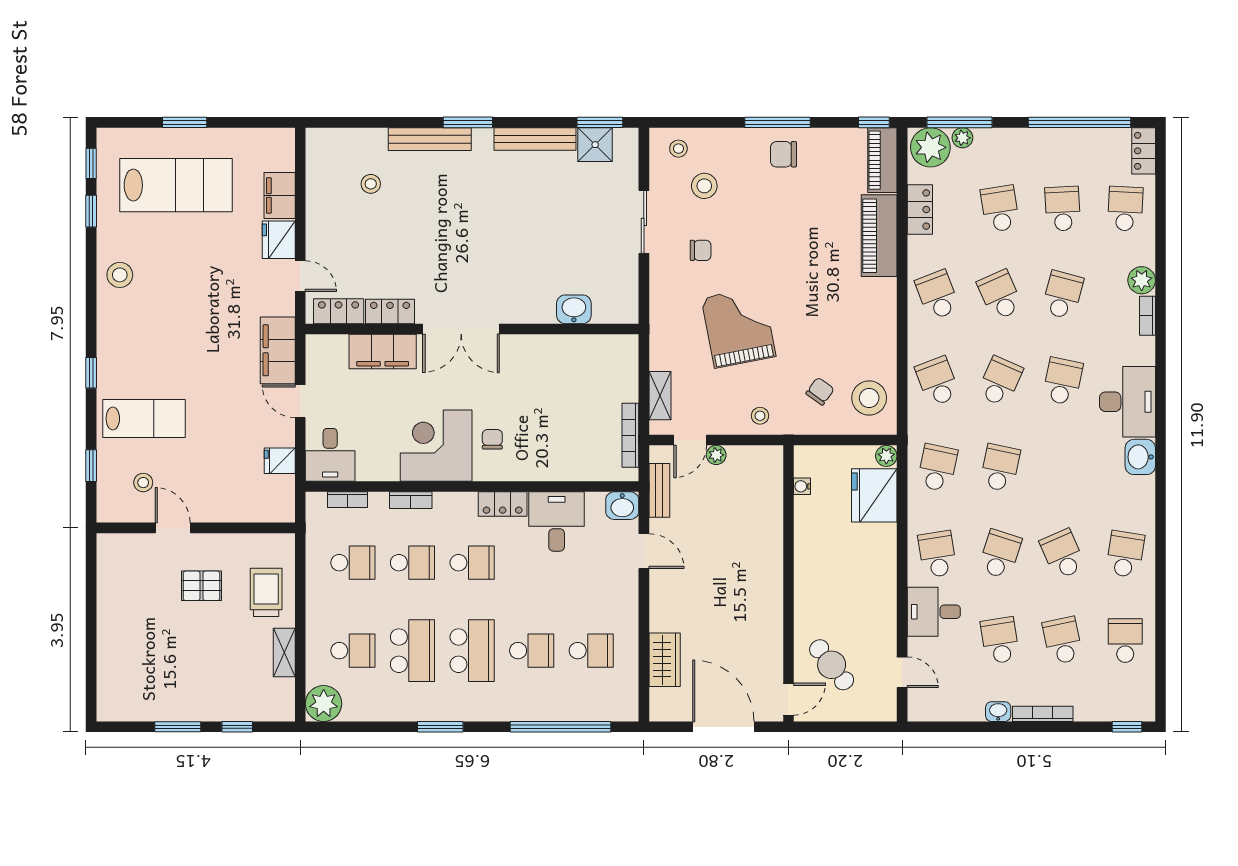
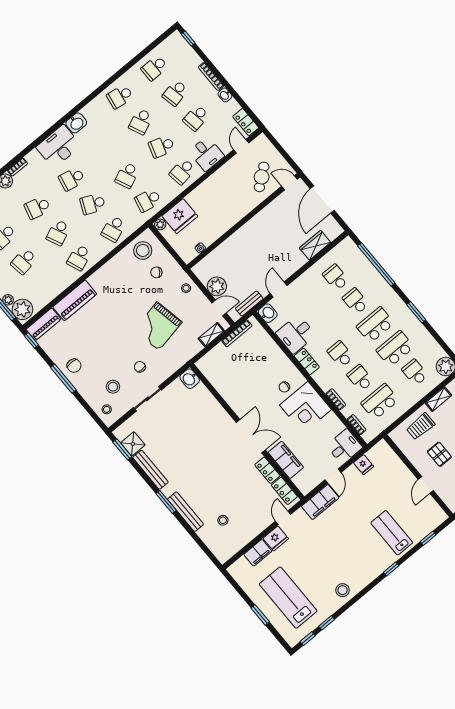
locker: (920, 210) -> (246, 122), moved, turned -90
washbasin: (574, 309) -> (190, 379), moved
plant: (716, 455) -> (217, 286), width x1.87, depth x1.87
school desk: (1000, 468) -> (127, 175), turned -36
stool: (143, 483) -> (418, 512), removed
school desk: (353, 563) -> (380, 402), width x1.85

